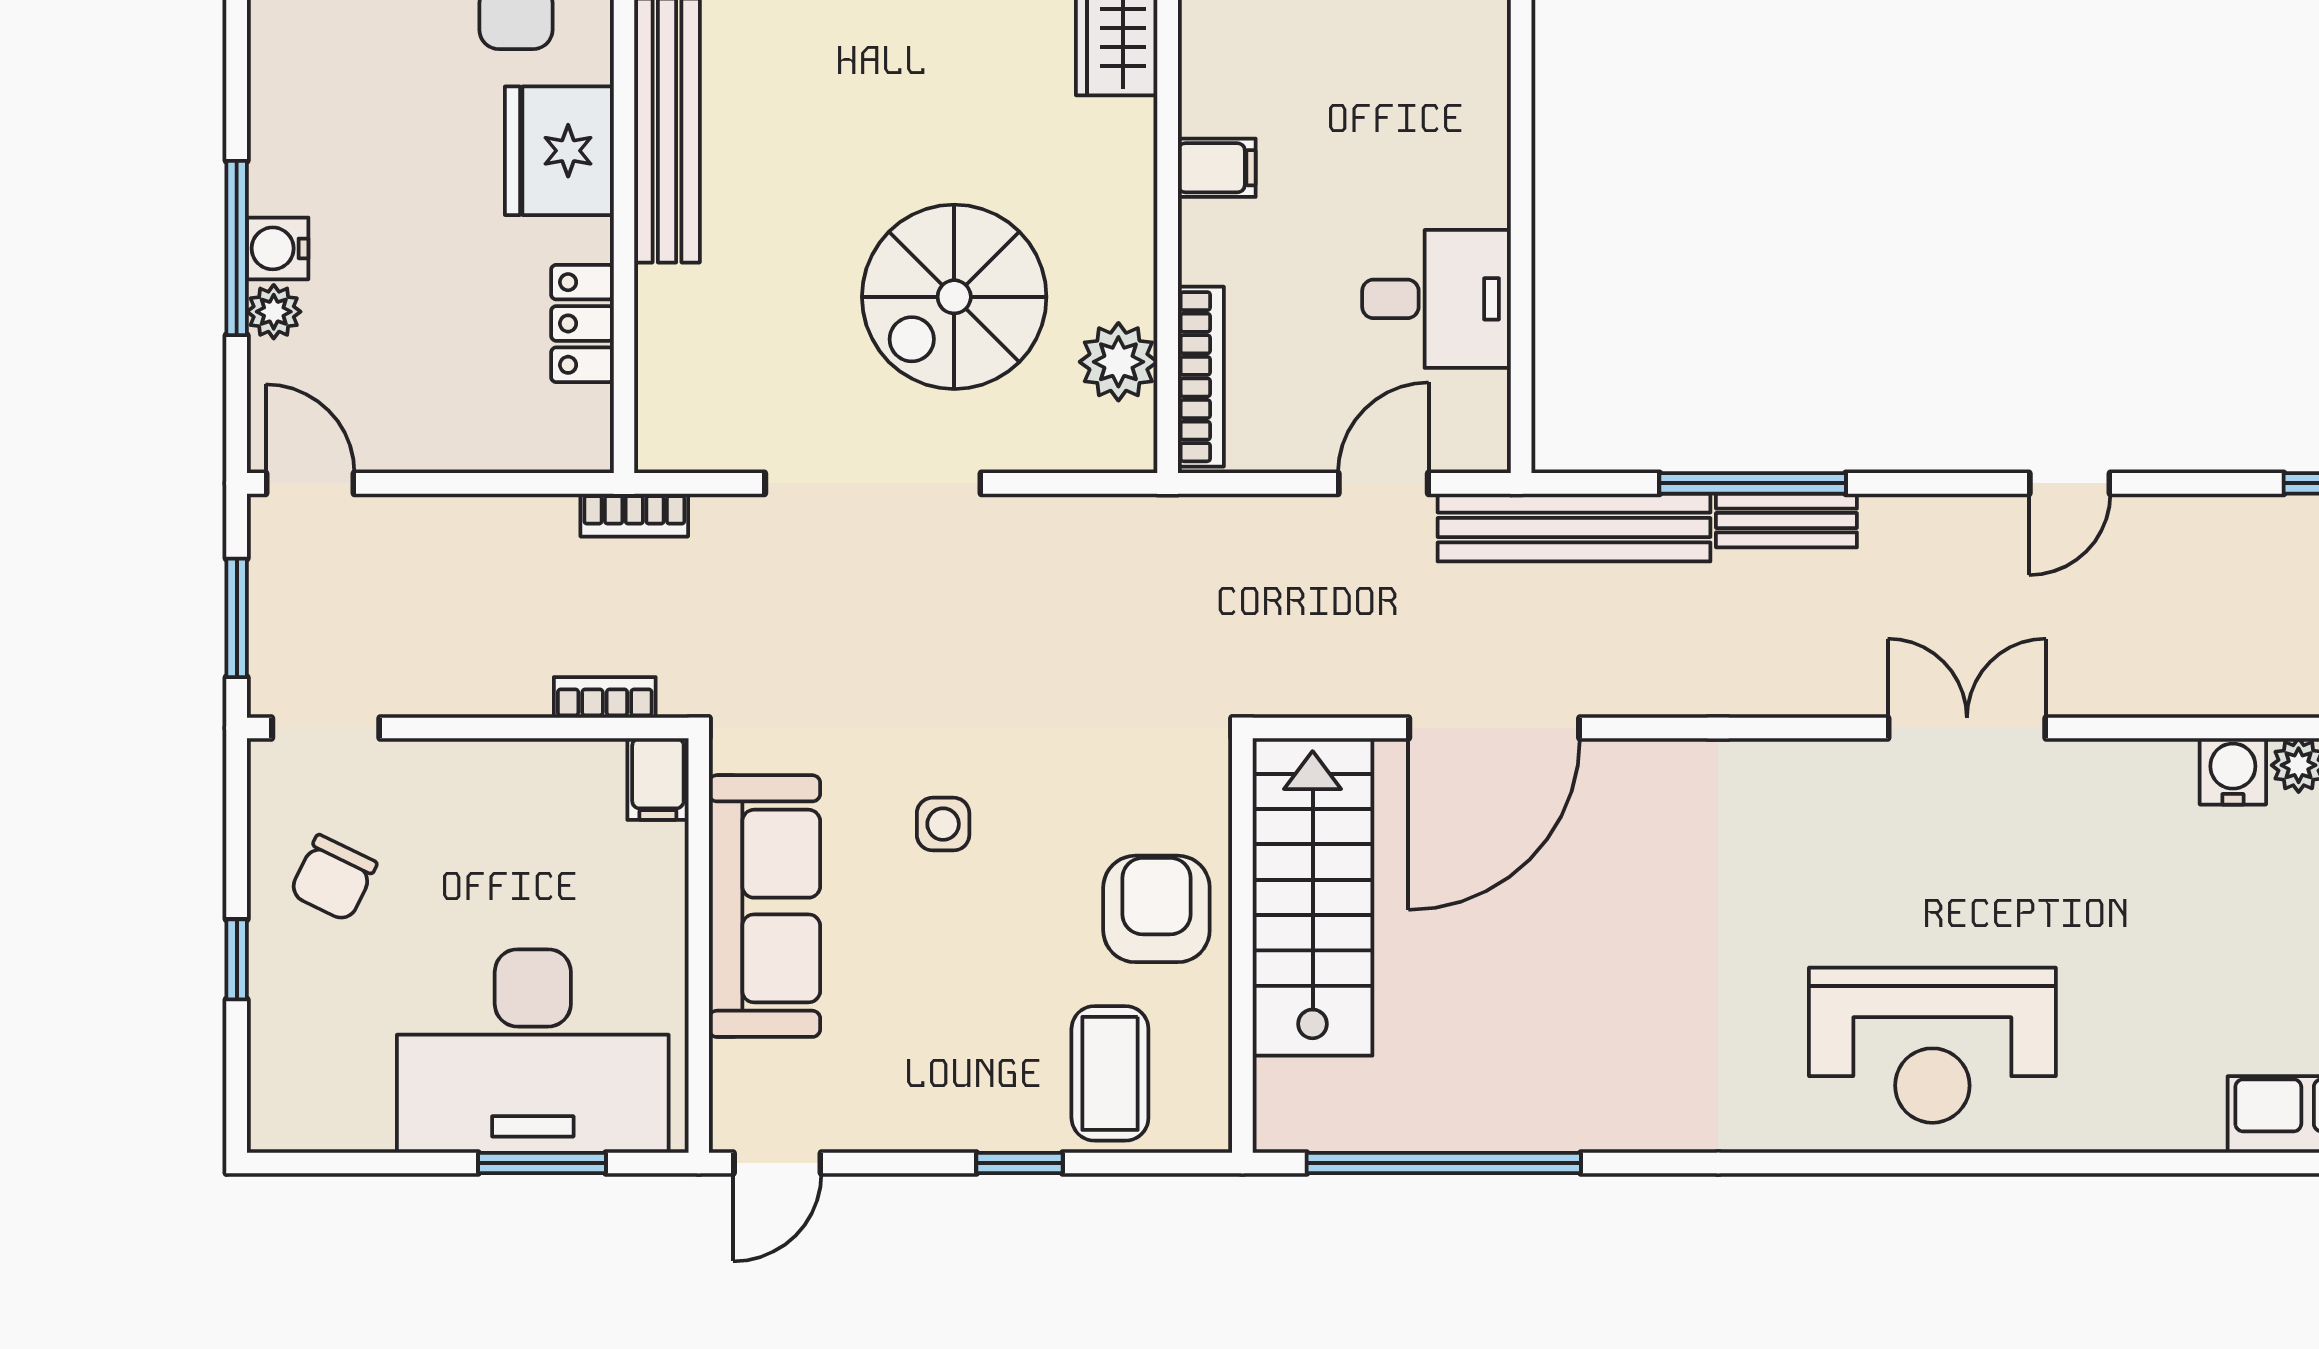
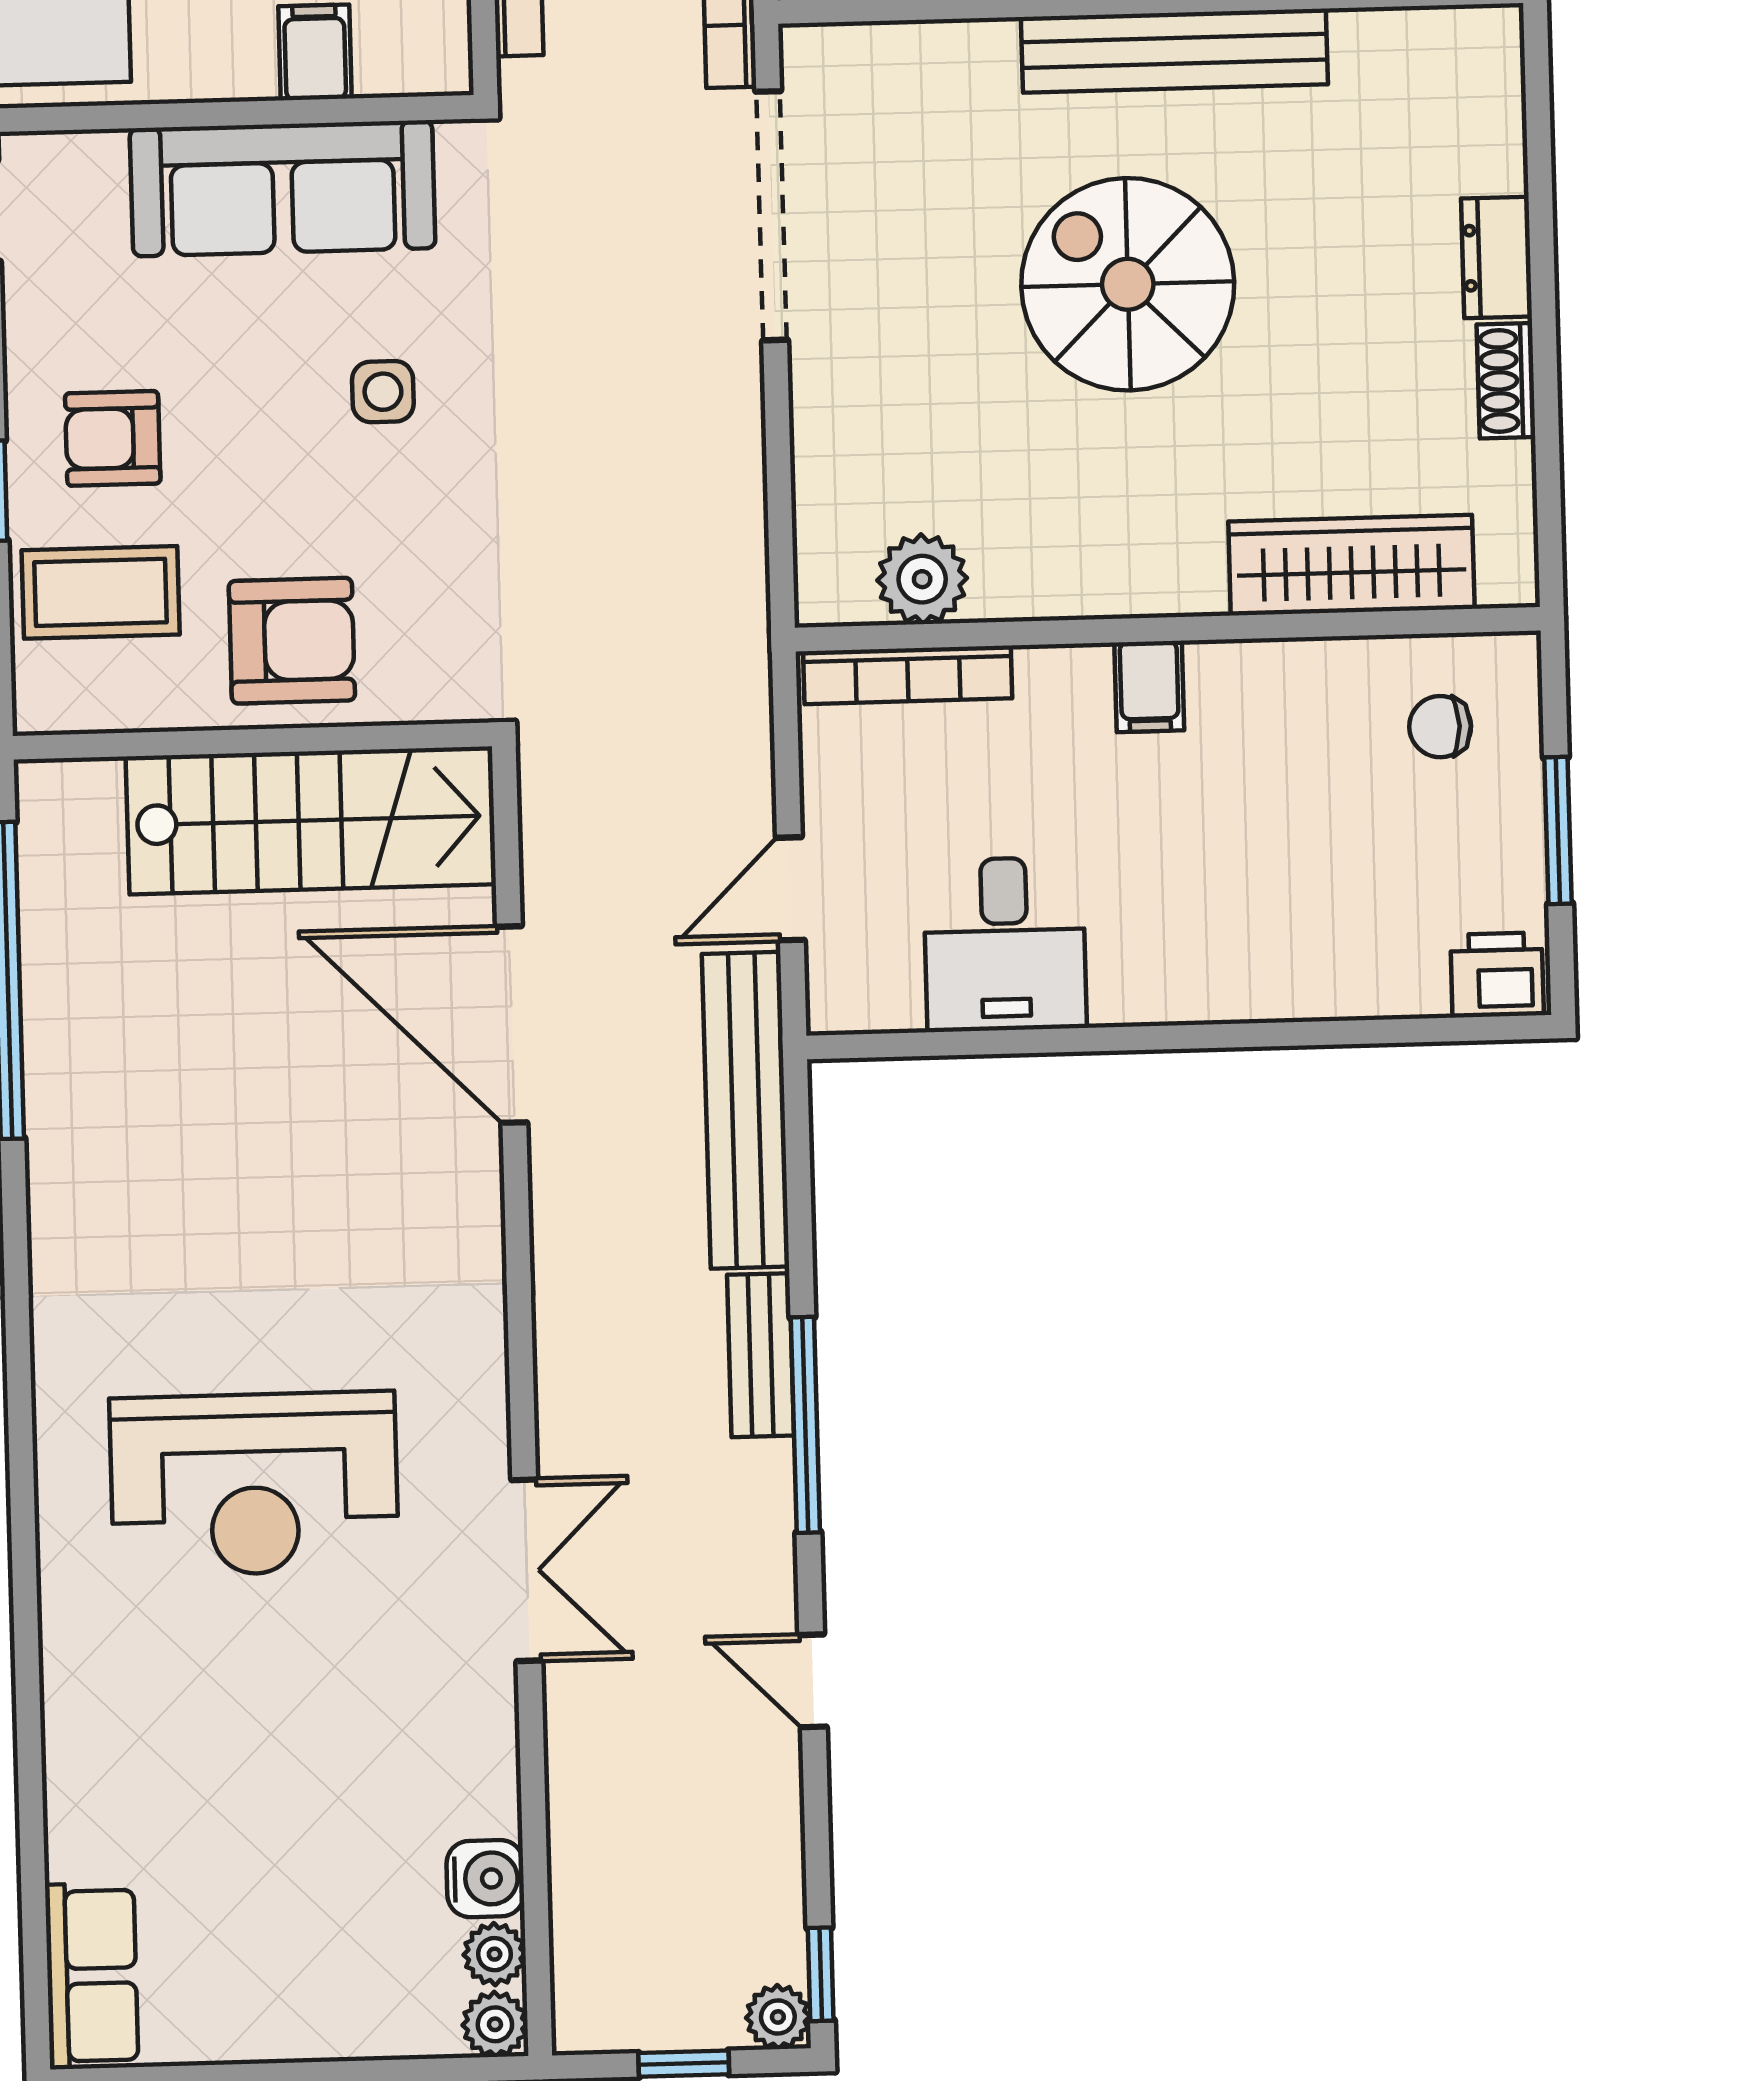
spiral stairs: (954, 297) -> (1128, 284), moved
doorway: (873, 483) -> (772, 216), moved
door: (1383, 483) -> (790, 889), swing flipped
window: (1753, 483) -> (805, 1425), moved
filing cabinet: (658, 779) -> (315, 52), moved, turned 90
reception desk: (1932, 1045) -> (254, 1484), moved, turned -90
armchair: (977, 1059) -> (113, 438), added

